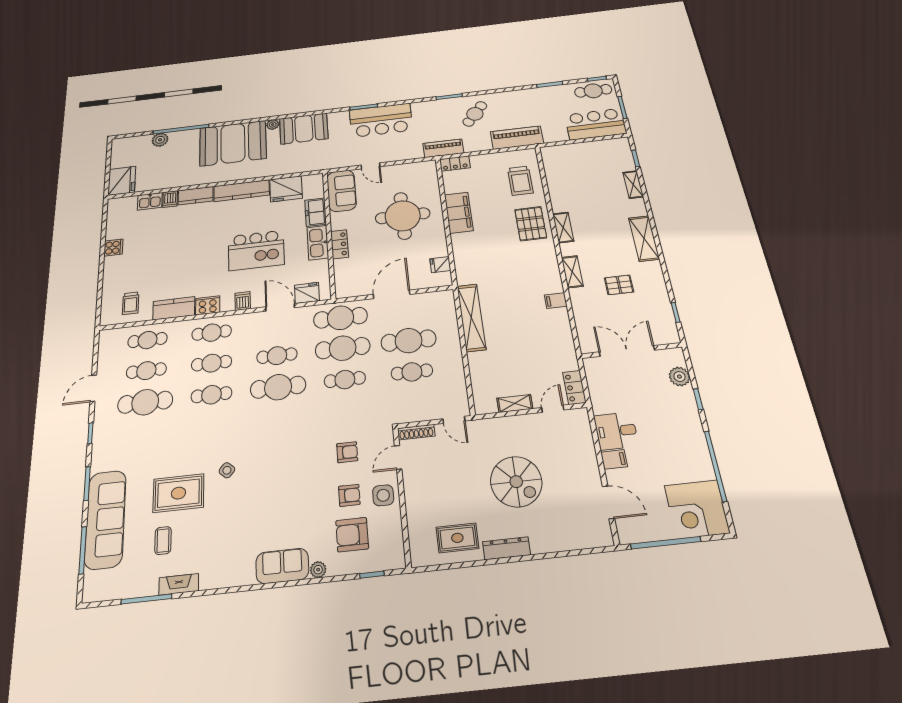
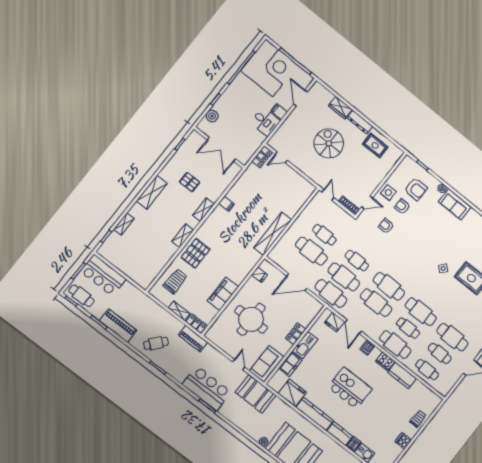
booth: (304, 129) -> (256, 394), moved
piano: (517, 138) -> (118, 326), moved, turned 180
kitchen island: (256, 250) -> (350, 388), moved
trolley: (131, 303) -> (418, 419), moved
cafe table: (212, 333) -> (395, 344), width x1.37, depth x1.35
cafe table: (277, 356) -> (376, 303), width x1.37, depth x1.35
cafe table: (211, 395) -> (421, 312), width x1.37, depth x1.35
shelving: (515, 403) -> (179, 311), moved
corner desk: (697, 509) -> (269, 68), width x1.36, depth x1.36
wardrobe: (549, 542) -> (340, 108), added

